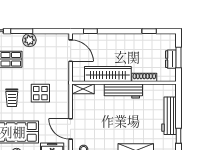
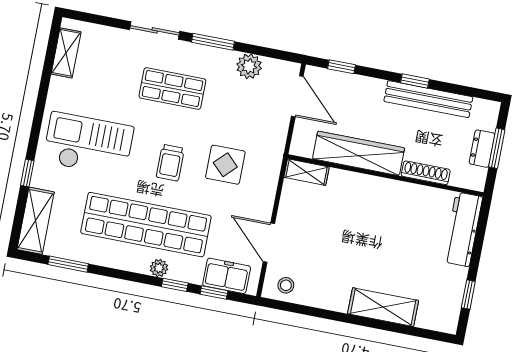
window: (149, 31) -> (415, 81), moved
bench: (138, 39) -> (428, 99), added
plant: (29, 40) -> (249, 66), moved
workbench: (123, 91) -> (382, 191), removed
workbench: (169, 116) -> (463, 229), moved

